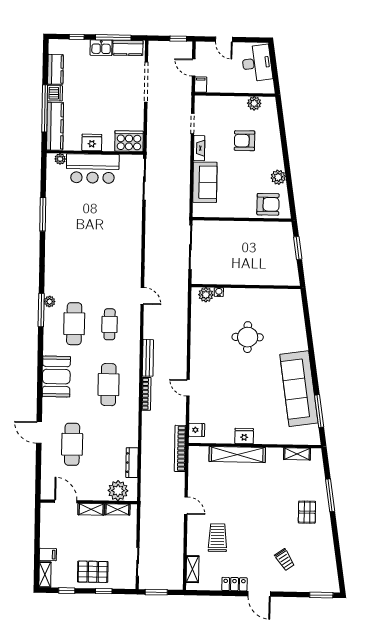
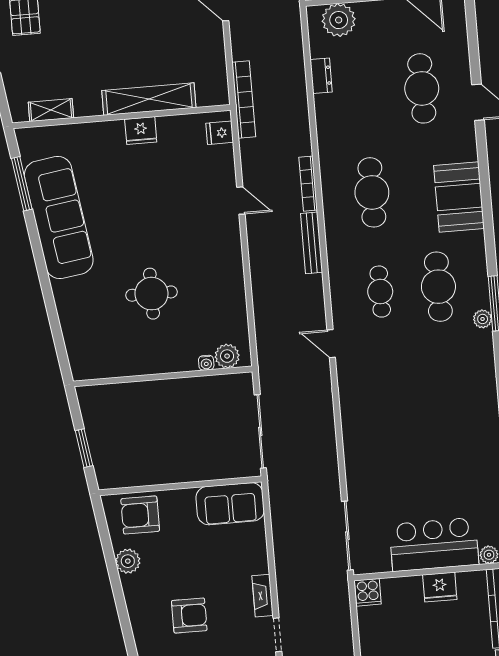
cooker: (129, 141) -> (368, 592), width x0.53, depth x0.76
sofa: (205, 182) -> (230, 504), moved, turned -90
dresser: (132, 463) -> (321, 76), width x0.70

